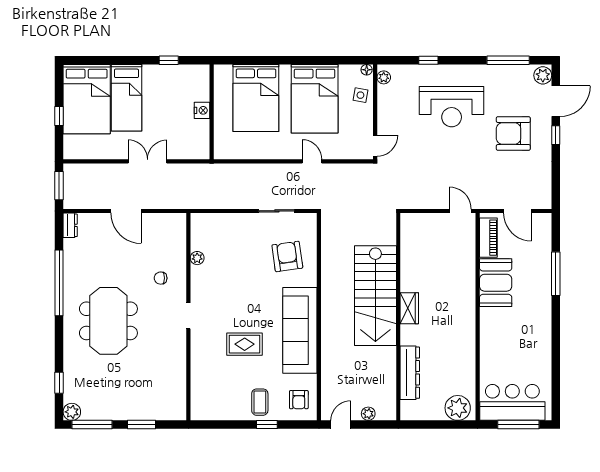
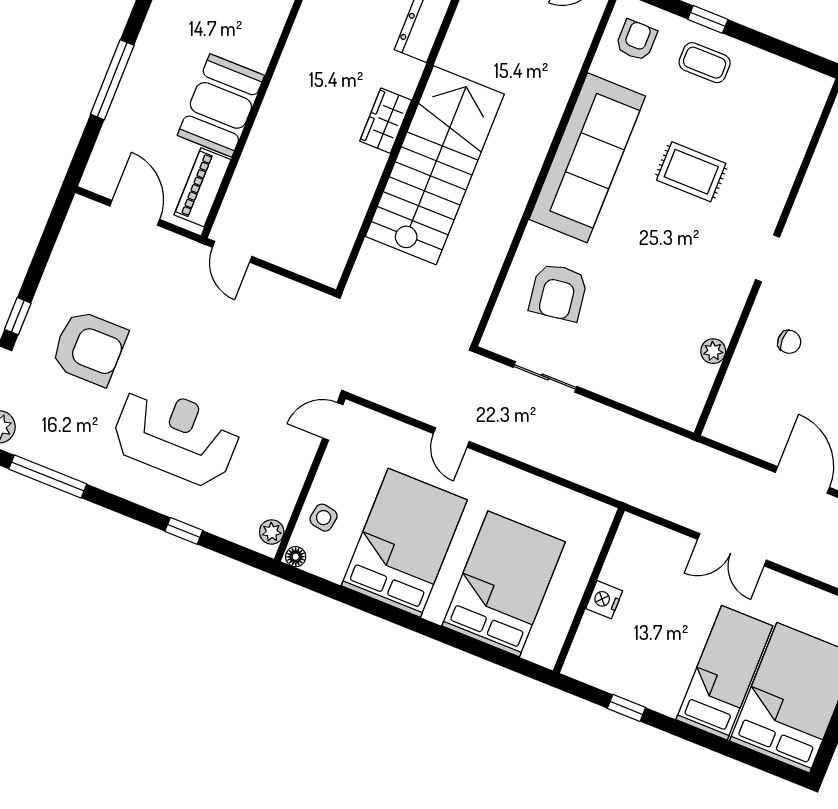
coffee table: (260, 402) -> (705, 63), turned 90

